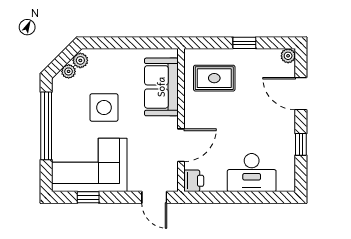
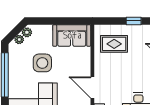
sofa: (161, 87) -> (72, 35), moved, turned -90
door: (181, 145) -> (92, 87), swing flipped

